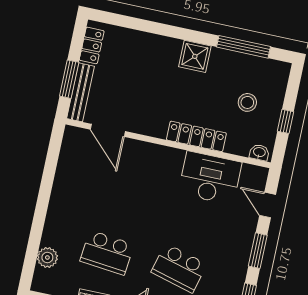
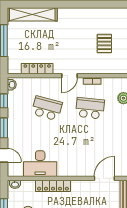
door: (108, 130) -> (104, 178), hinge flipped

